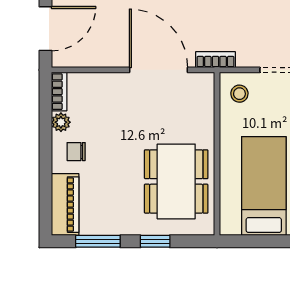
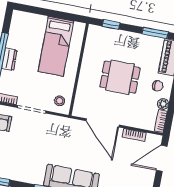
bookcase: (215, 60) -> (134, 135), moved
dining table: (176, 181) -> (120, 77), moved, width x0.73
window: (155, 241) -> (111, 25), moved

